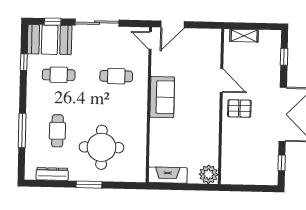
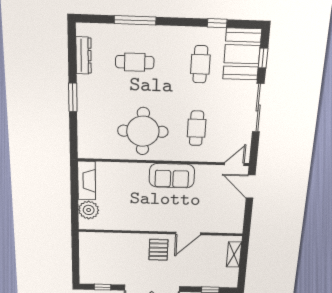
round table: (101, 147) -> (143, 131), moved
plant: (209, 174) -> (89, 210), moved

